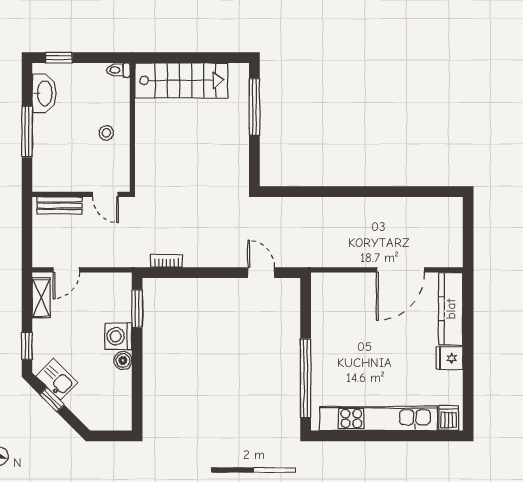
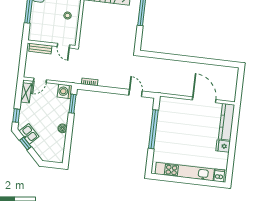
door: (400, 270) -> (204, 100), swing flipped
washing machine: (118, 336) -> (65, 91), moved
window: (306, 378) -> (153, 129), moved

